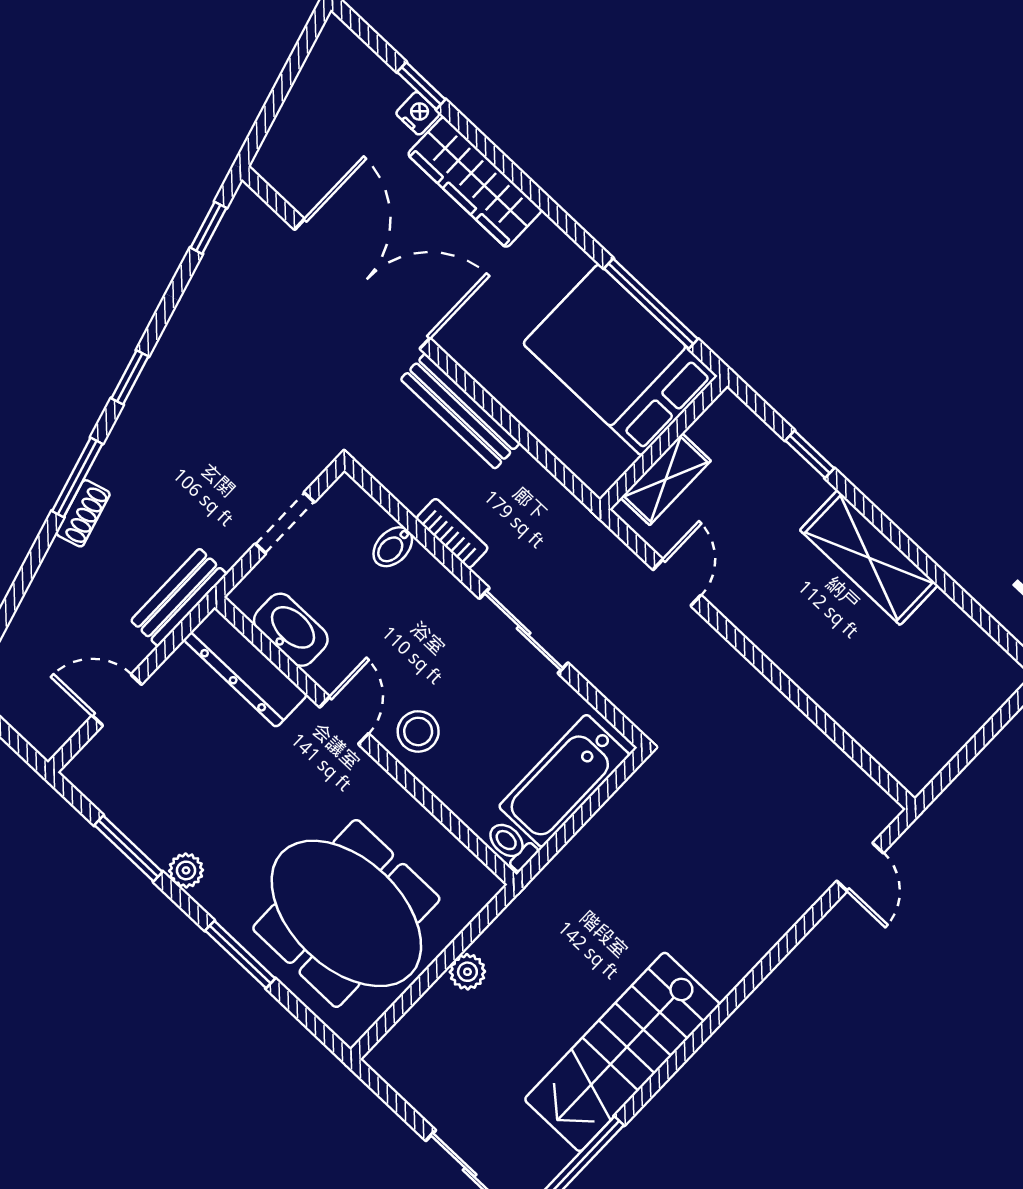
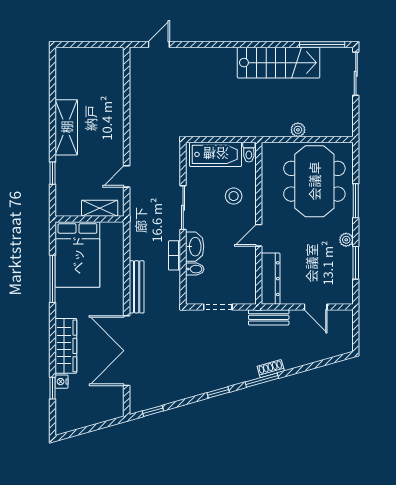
window: (651, 304) -> (53, 279), moved
washbasin: (291, 630) -> (195, 247), moved, turned 180
stool: (418, 731) -> (234, 196), moved

